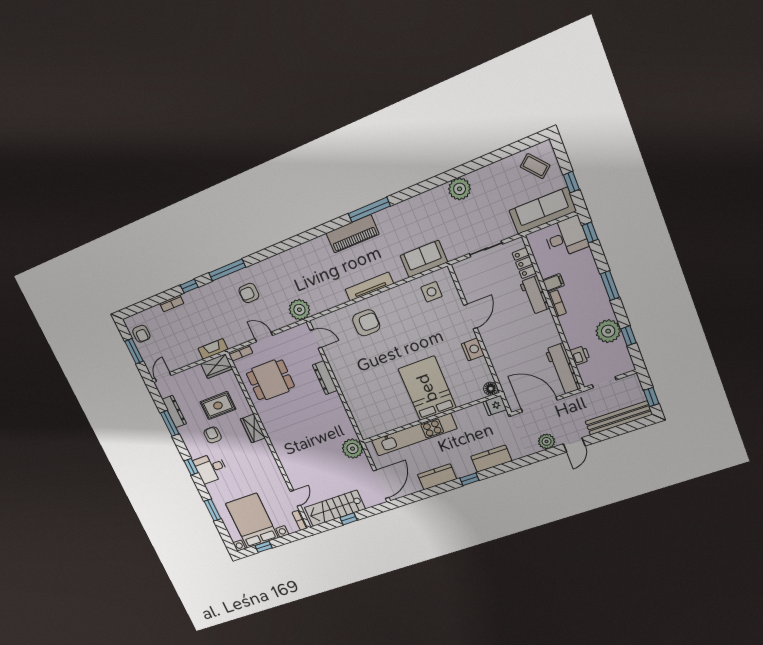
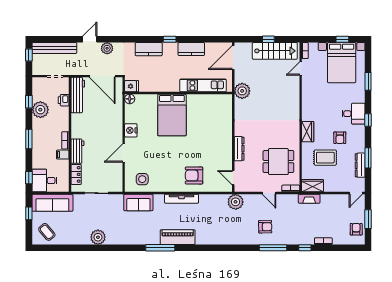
kitchen unit: (414, 435) -> (203, 85), width x0.73

